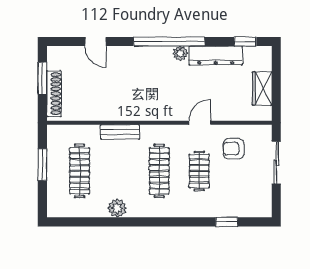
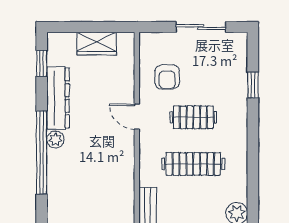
sliding door: (276, 163) -> (201, 27), moved

